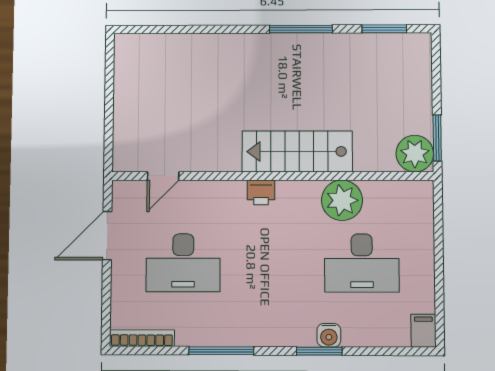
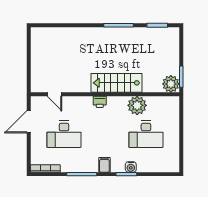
door: (163, 176) -> (54, 94), hinge flipped
filing cabinet: (424, 331) -> (104, 165), moved

